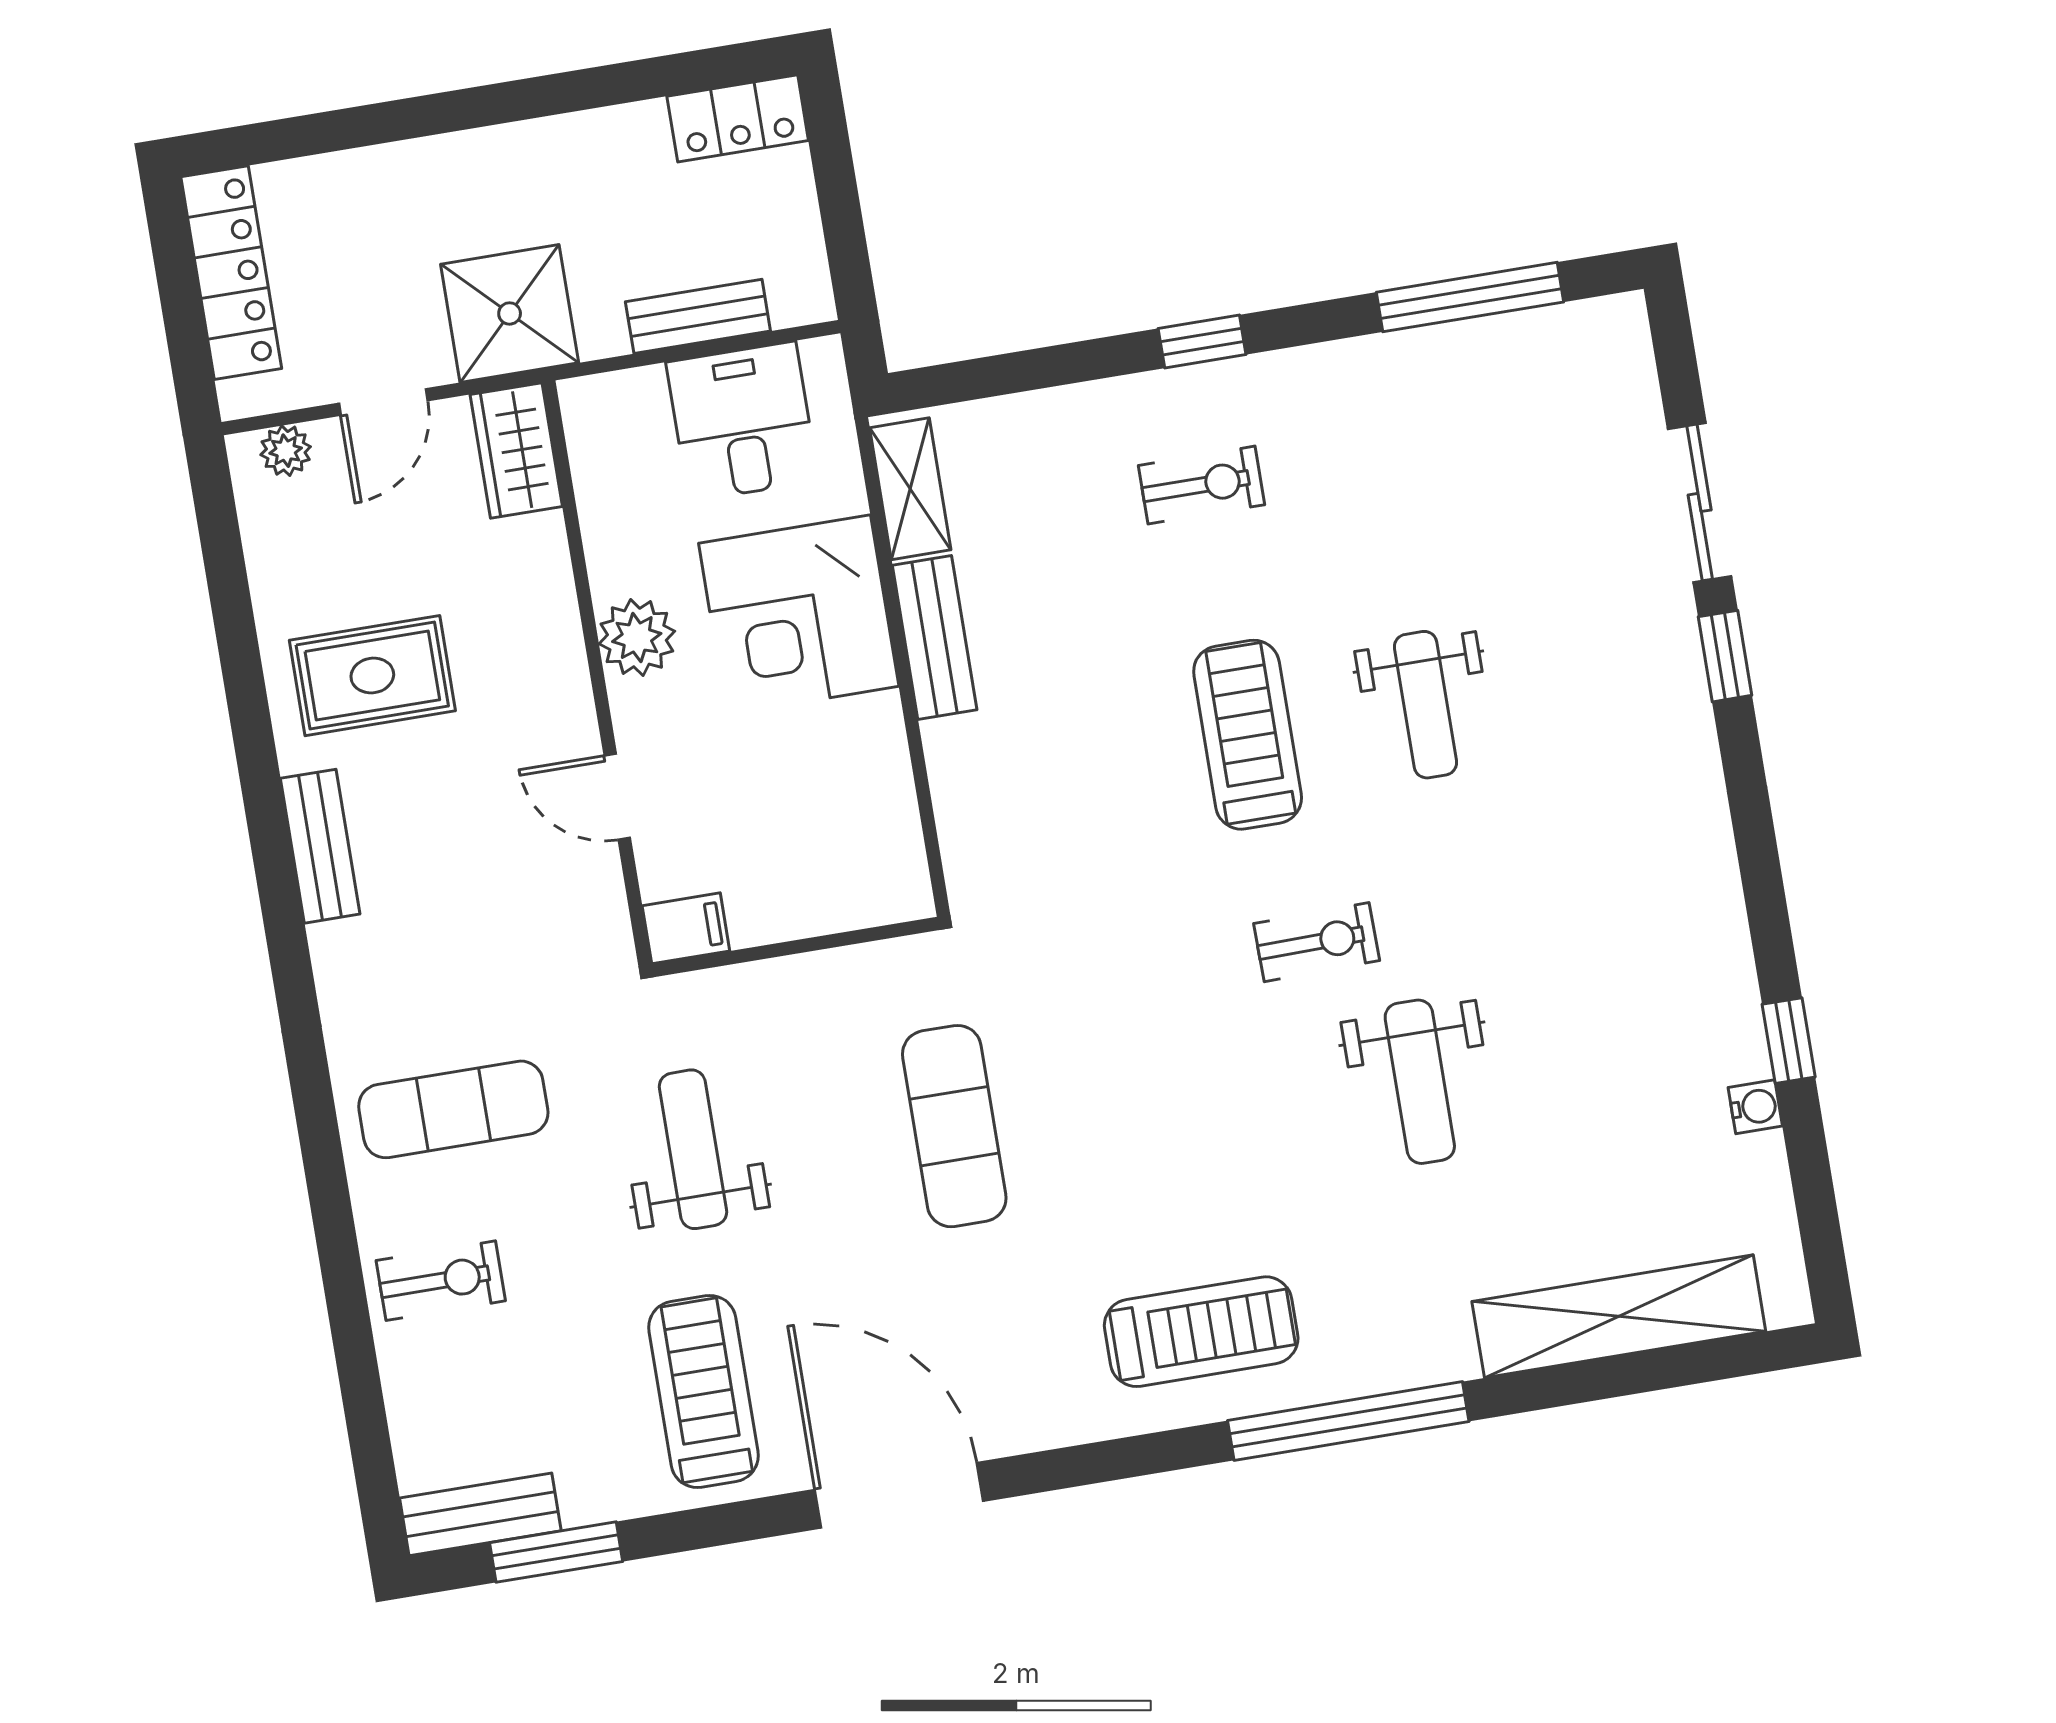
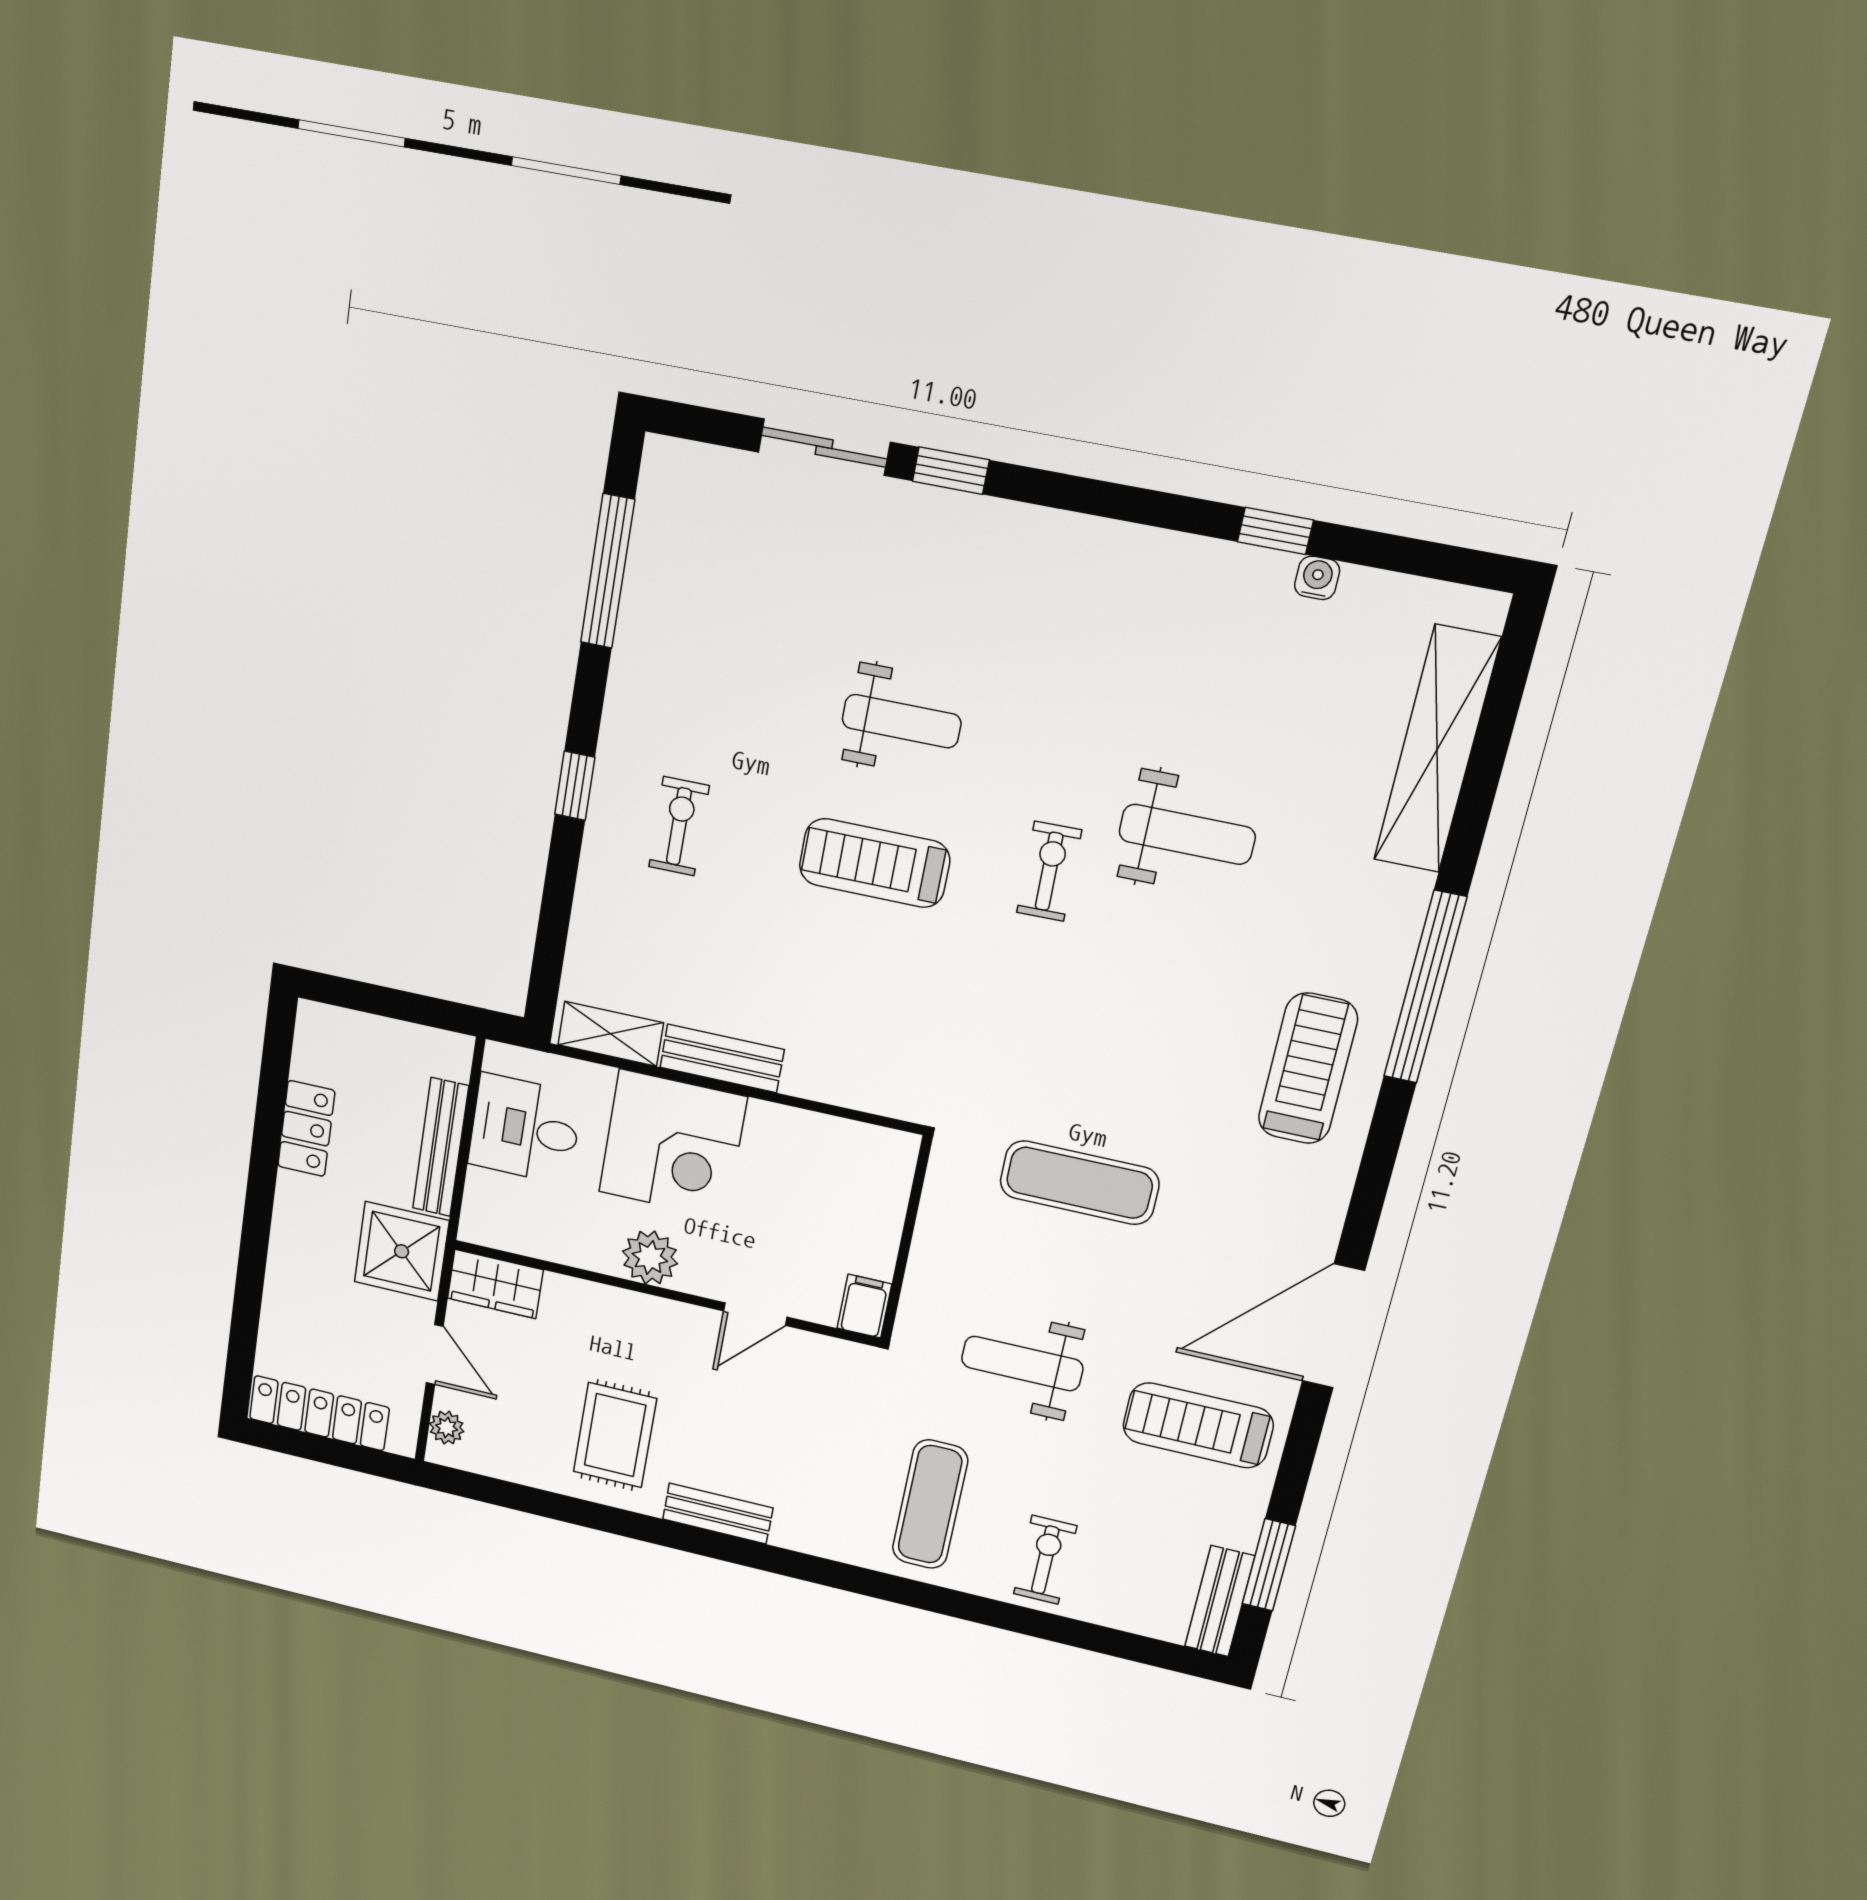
locker: (738, 118) -> (306, 1129), moved
bench: (698, 316) -> (441, 1147), width x1.36

